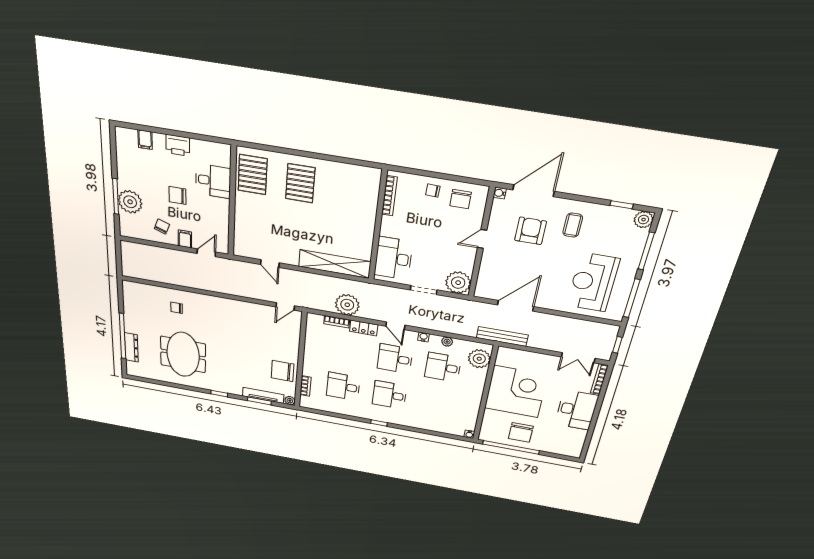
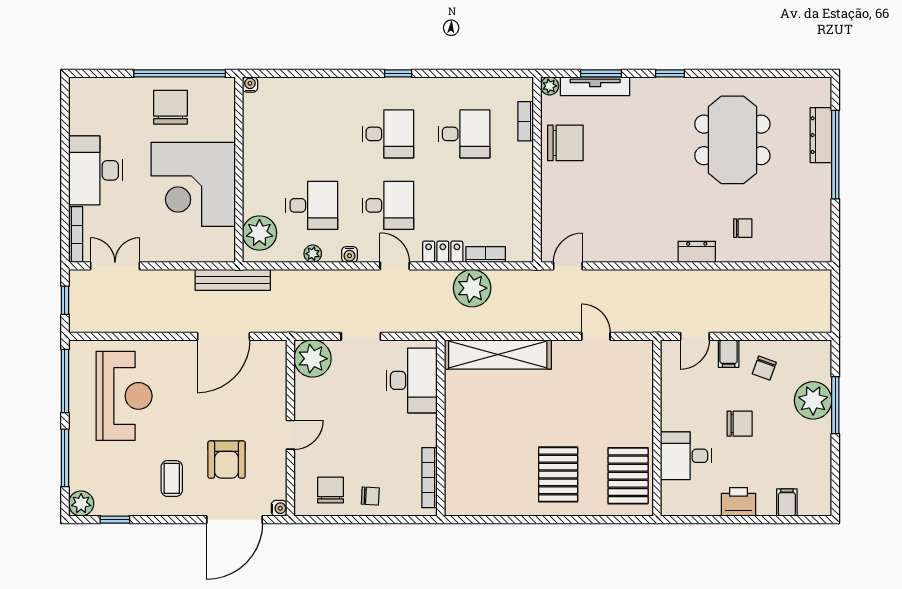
dresser: (205, 300) -> (697, 252), added

